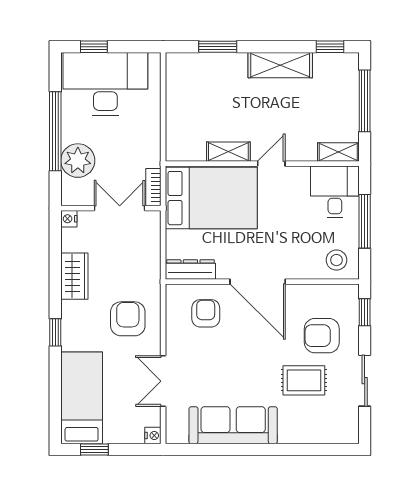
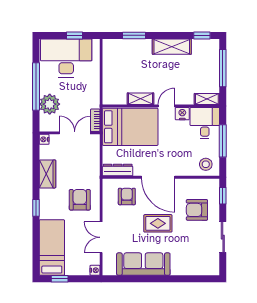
window: (94, 47) -> (75, 35), moved
nightstand: (298, 176) -> (182, 114), added
rug: (304, 380) -> (158, 223), moved

